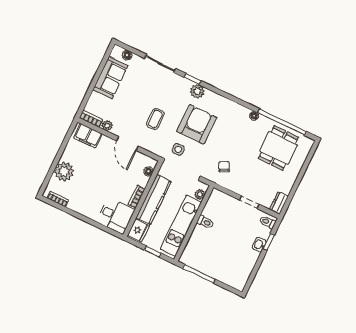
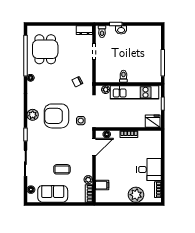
plant: (197, 91) -> (33, 115), moved
coffee table: (155, 119) -> (62, 169), moved
filing cabinet: (88, 136) -> (102, 185), width x0.50
door: (128, 144) -> (94, 147), moved
dining table: (278, 148) -> (45, 49), turned 90
kitchen counter: (154, 200) -> (125, 121), removed
desk: (115, 216) -> (149, 170), moved, turned 90

